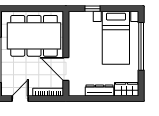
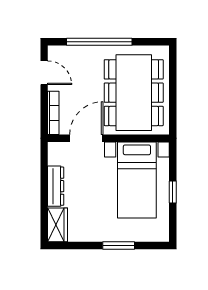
window: (92, 9) -> (173, 192), moved
bed with nightstands: (116, 38) -> (137, 180), moved, turned -90
window: (141, 46) -> (119, 245), width x0.47

